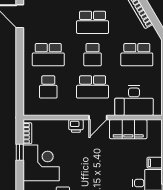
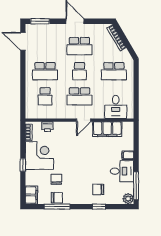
desk: (134, 101) -> (116, 107), width x0.73
printer: (76, 126) -> (47, 127), moved
window: (20, 152) -> (23, 165), moved

